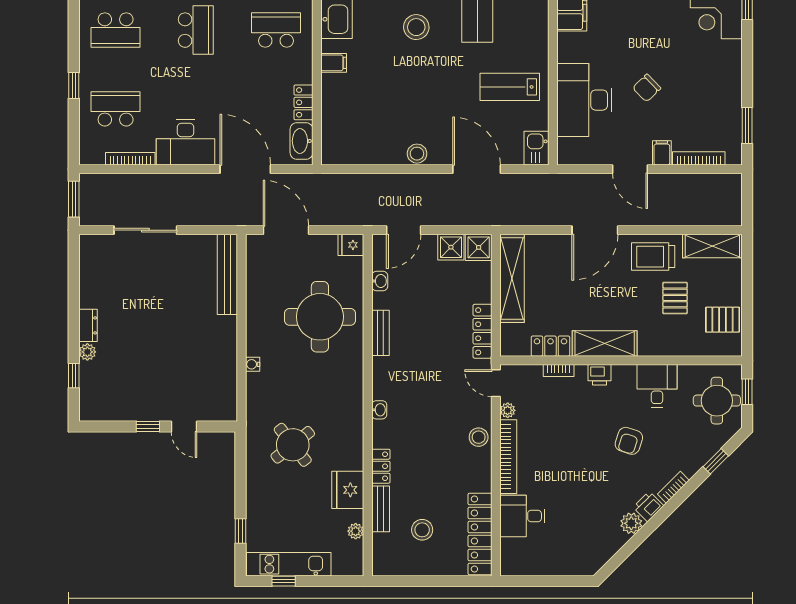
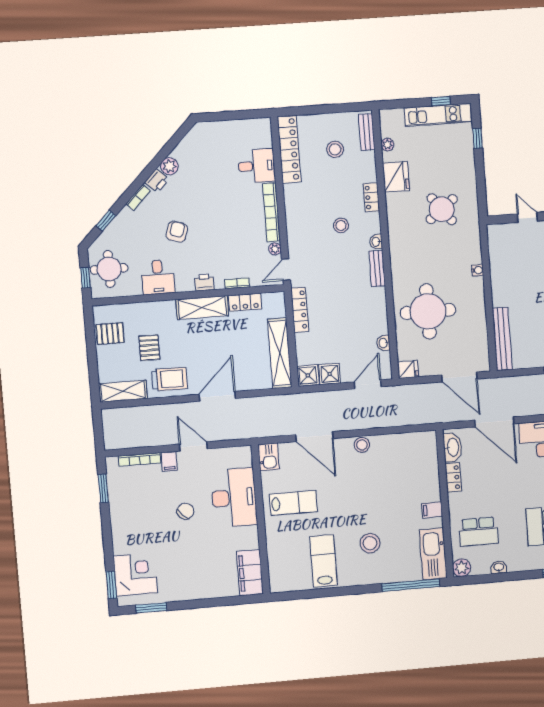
bench: (380, 333) -> (377, 268), moved
door: (496, 383) -> (286, 270), swing flipped
stool: (479, 437) -> (341, 225), moved
bench: (381, 509) -> (367, 132), moved

